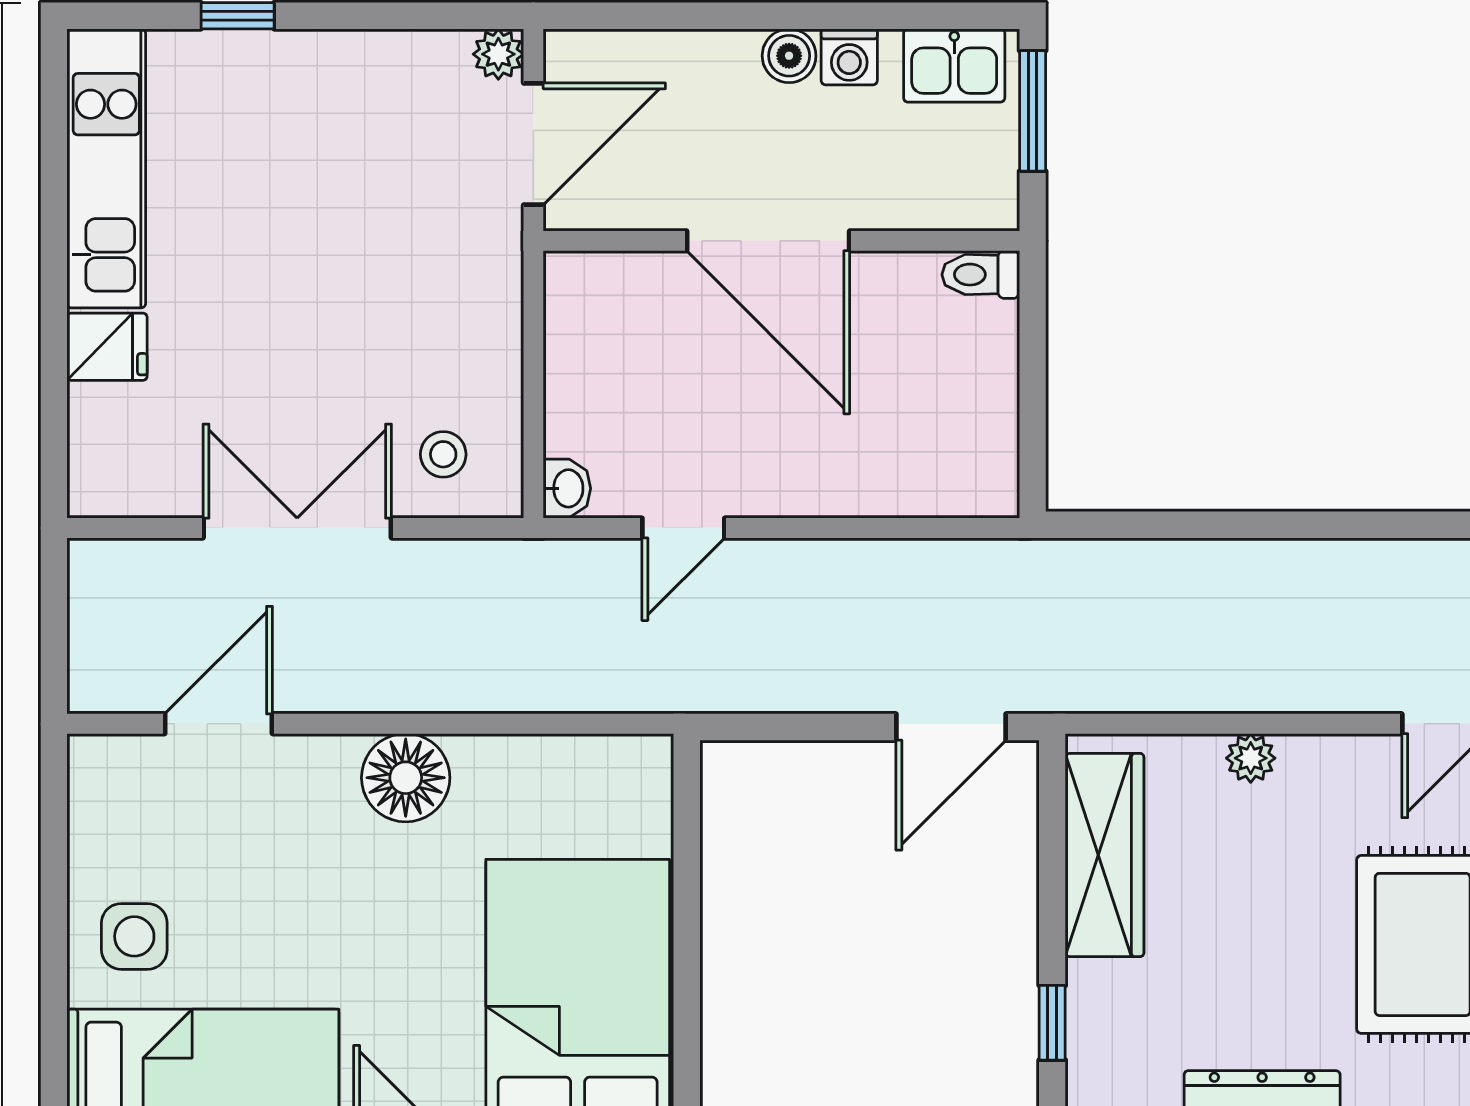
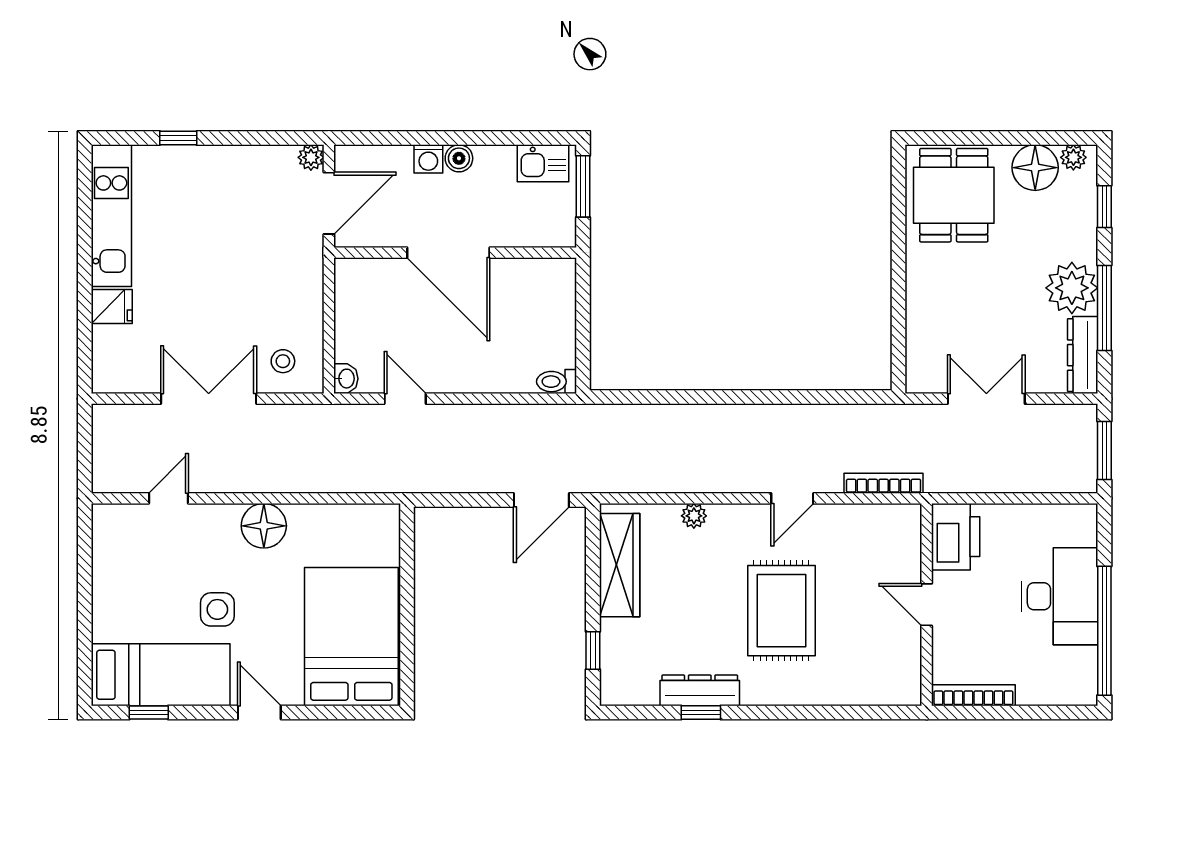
washing machine: (849, 57) -> (428, 159), moved
toilet: (981, 275) -> (557, 382), moved
door: (683, 528) -> (405, 399), swing flipped
door: (219, 724) -> (169, 498), width x0.73
side table: (134, 936) -> (217, 609), moved

